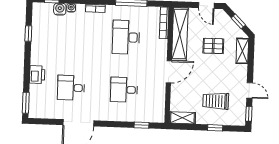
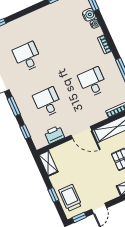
desk: (126, 37) -> (93, 82), width x0.73
printer: (37, 75) -> (54, 135), moved, turned 180
trolley: (216, 101) -> (70, 198), moved
window: (112, 124) -> (14, 106), added

